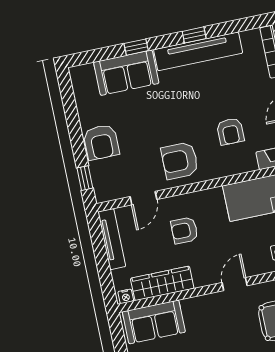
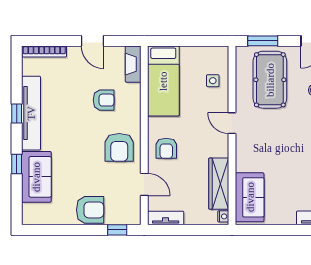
armchair: (184, 230) -> (166, 148), moved
tv unit: (112, 239) -> (166, 218), width x0.71

